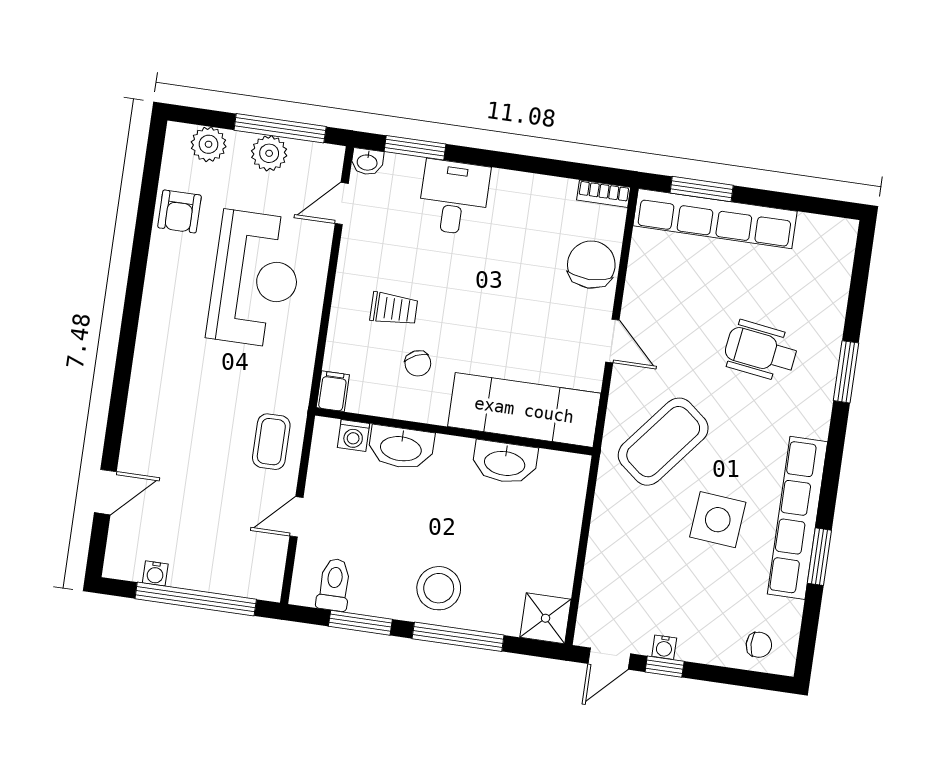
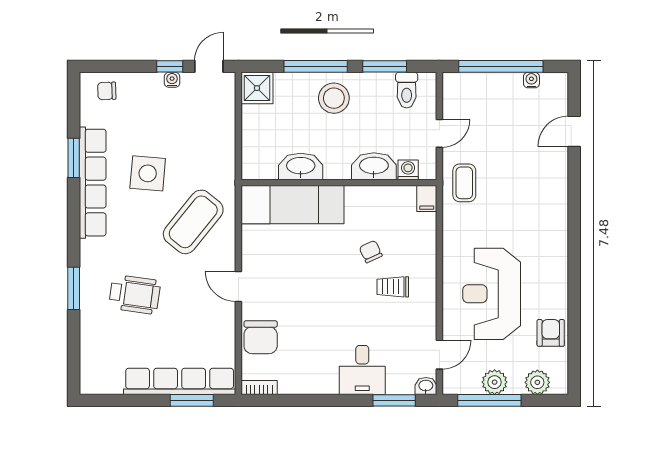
filing cabinet: (333, 391) -> (427, 198), moved
exam couch: (524, 410) -> (292, 205), moved
wall: (454, 432) -> (339, 183), moved
washing machine: (354, 436) -> (408, 170), moved
washbasin: (401, 448) -> (374, 166), moved
washbasin: (505, 462) -> (301, 166), moved

